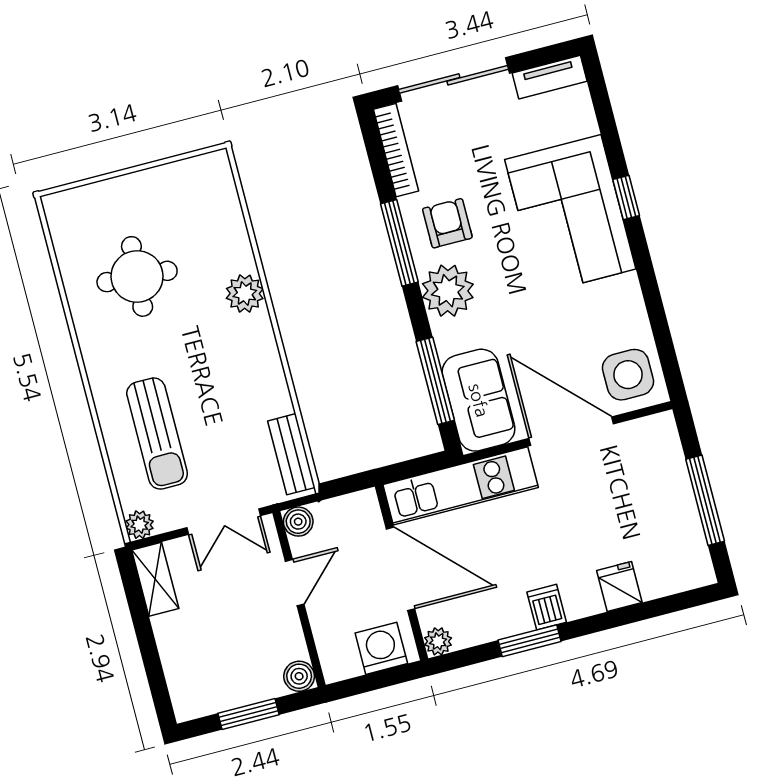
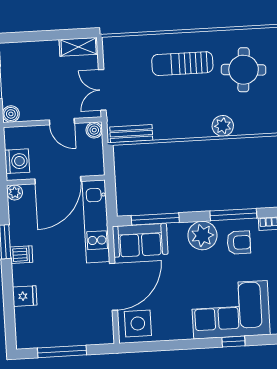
sun lounger: (157, 434) -> (182, 64), moved
plant: (140, 525) -> (110, 44), removed

